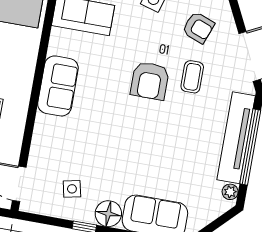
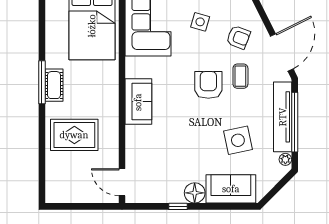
armchair: (150, 81) -> (208, 85), turned 180
side table: (72, 189) -> (238, 140), moved, width x1.87, depth x1.87

